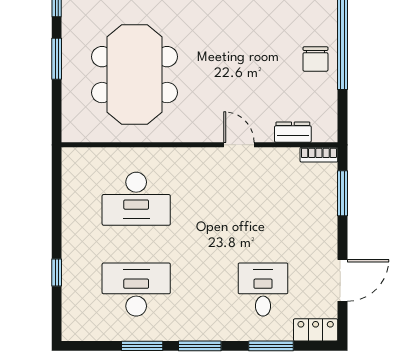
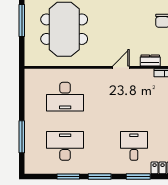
window: (57, 59) -> (22, 21), width x1.44
door: (239, 145) -> (121, 67), hinge flipped
window: (57, 273) -> (22, 137), width x2.17

